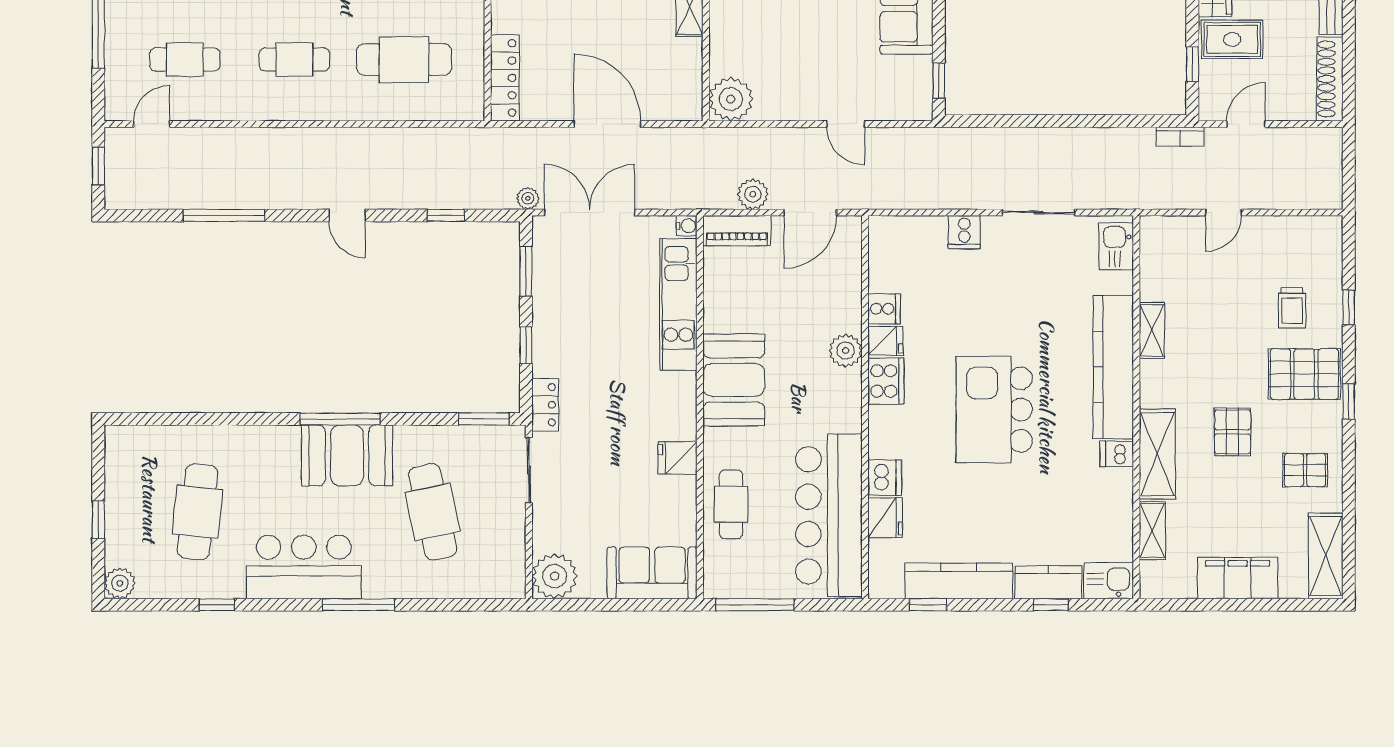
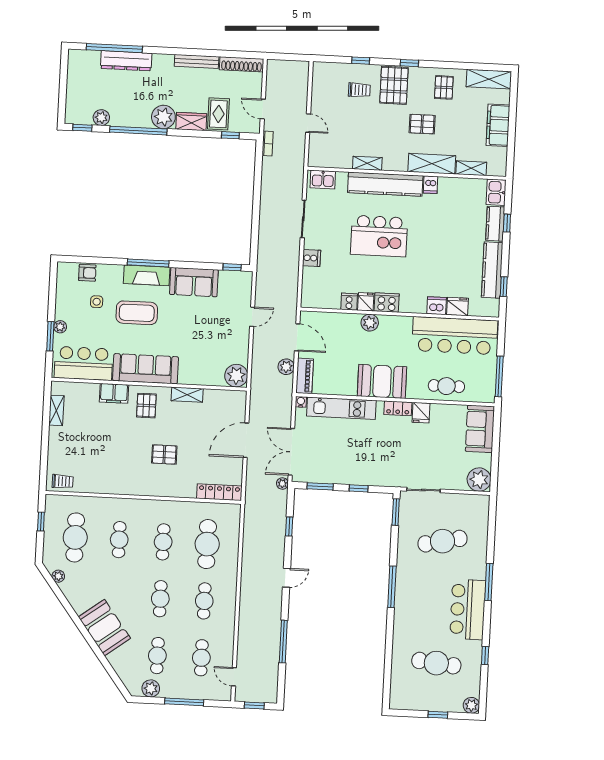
locker: (545, 405) -> (398, 408), moved, turned 180
kitchen island: (994, 410) -> (379, 236), moved
booth: (347, 455) -> (411, 584), removed

